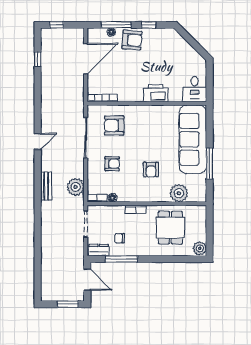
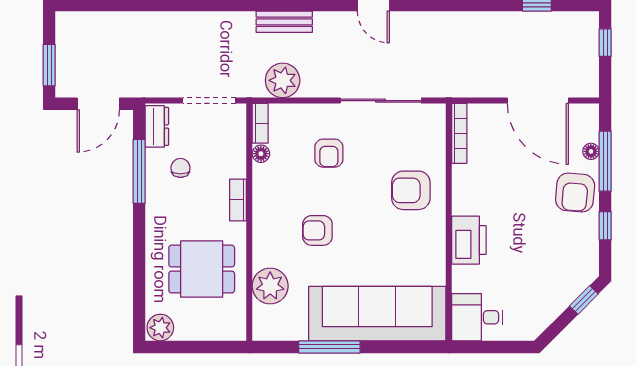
window: (186, 36) -> (584, 300), added
armchair: (114, 125) -> (411, 190), moved, turned -90

